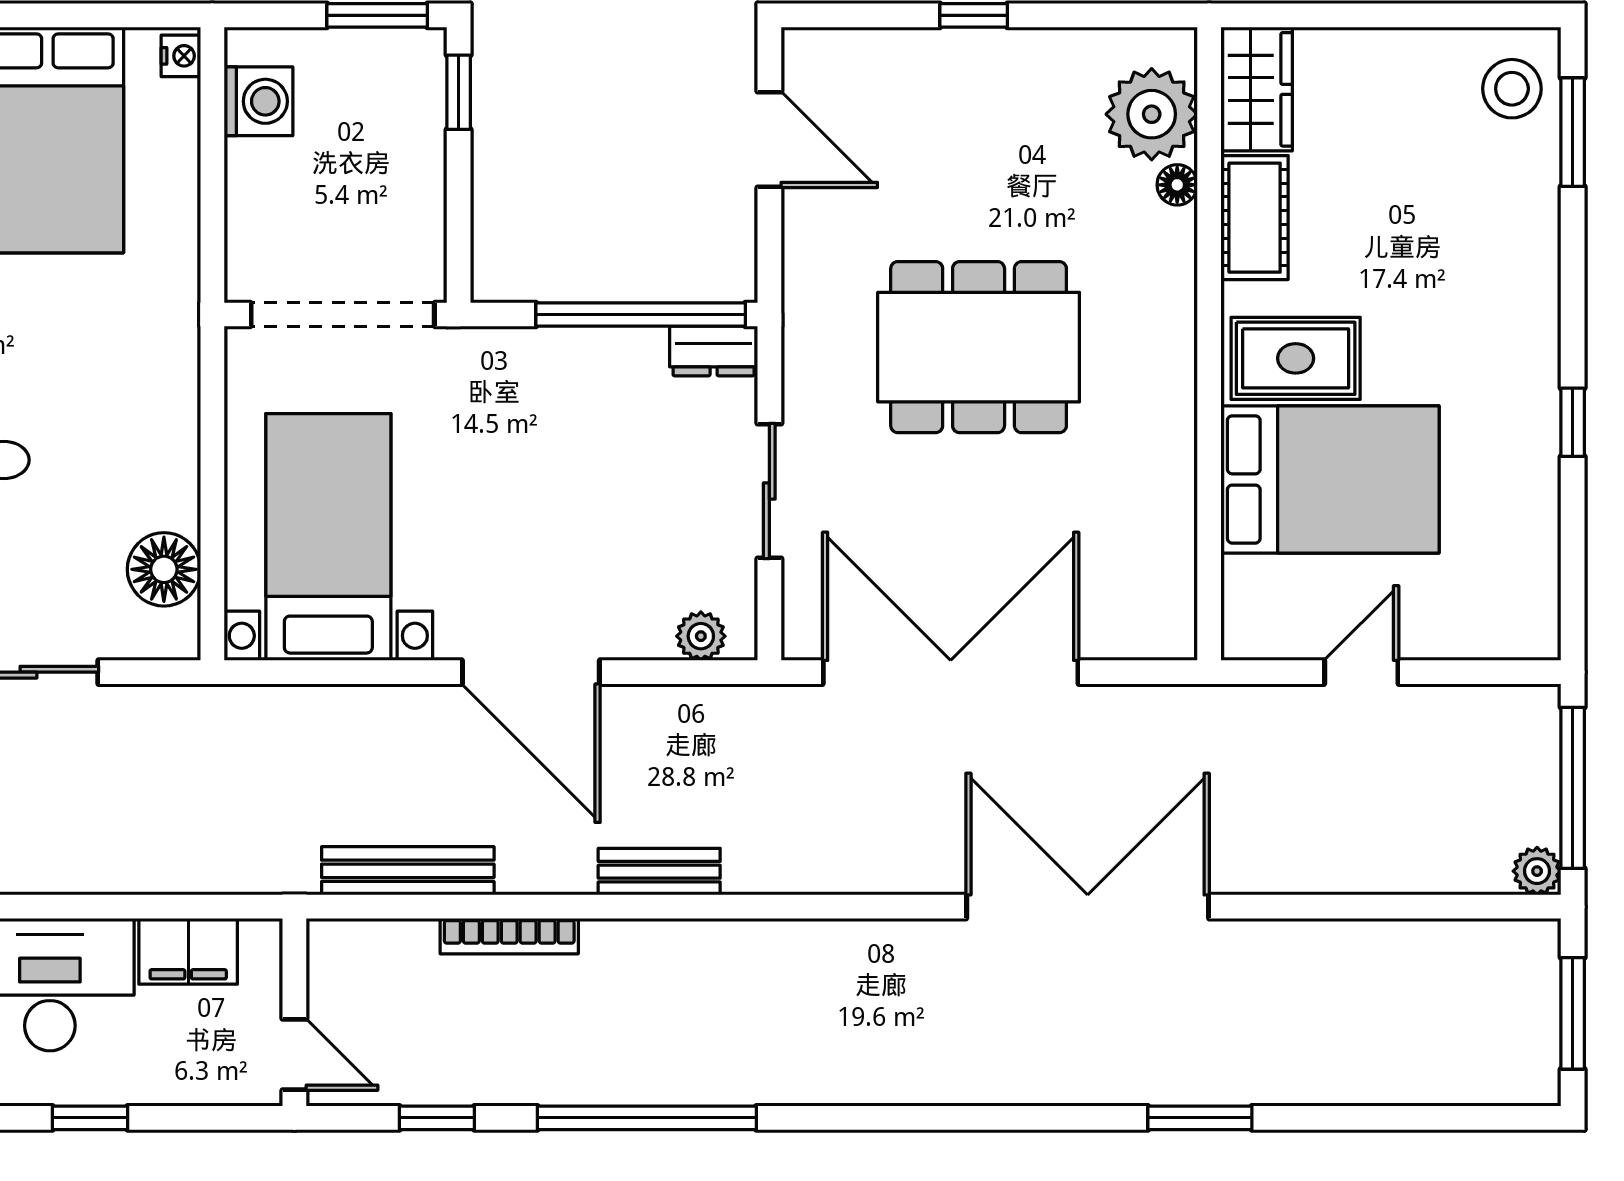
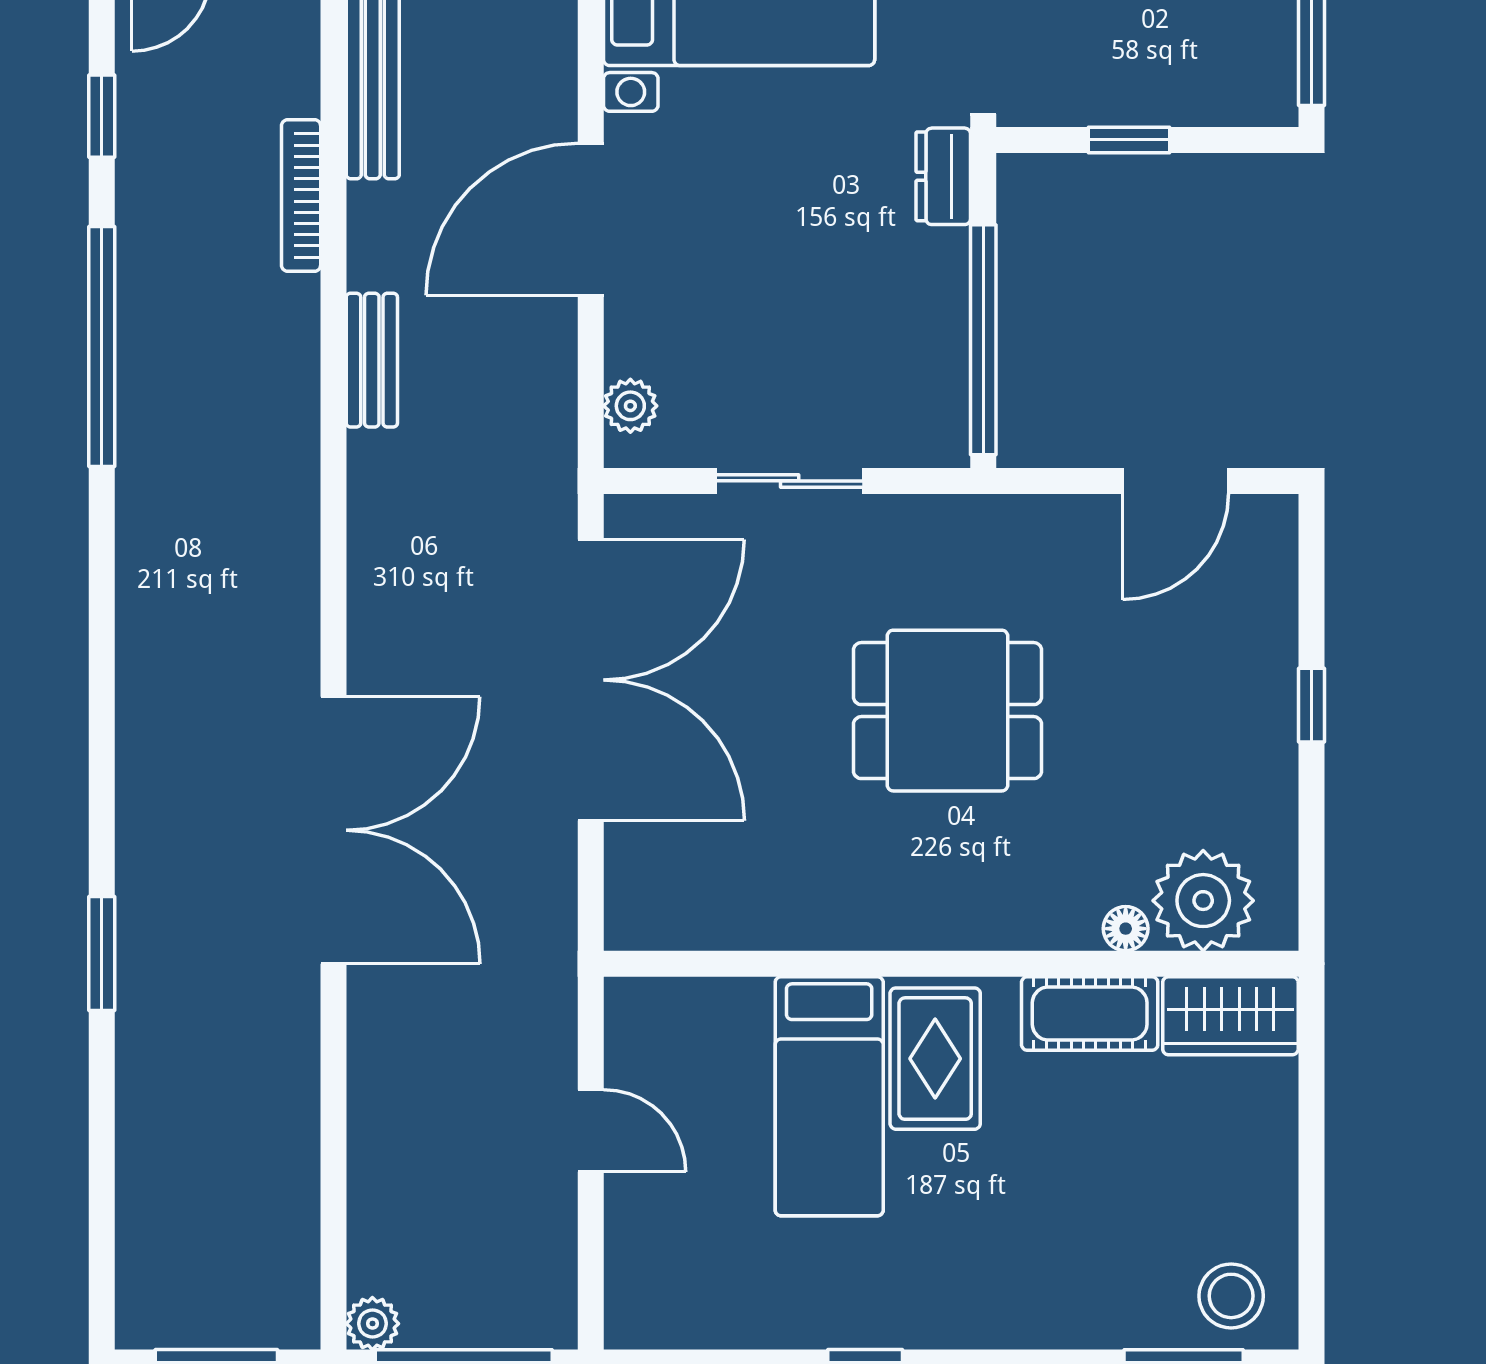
window: (459, 92) -> (1129, 140), moved
dining table: (979, 347) -> (947, 711), width x0.73
dresser: (714, 351) -> (943, 176), moved
bed: (1330, 479) -> (829, 1096), width x0.67

